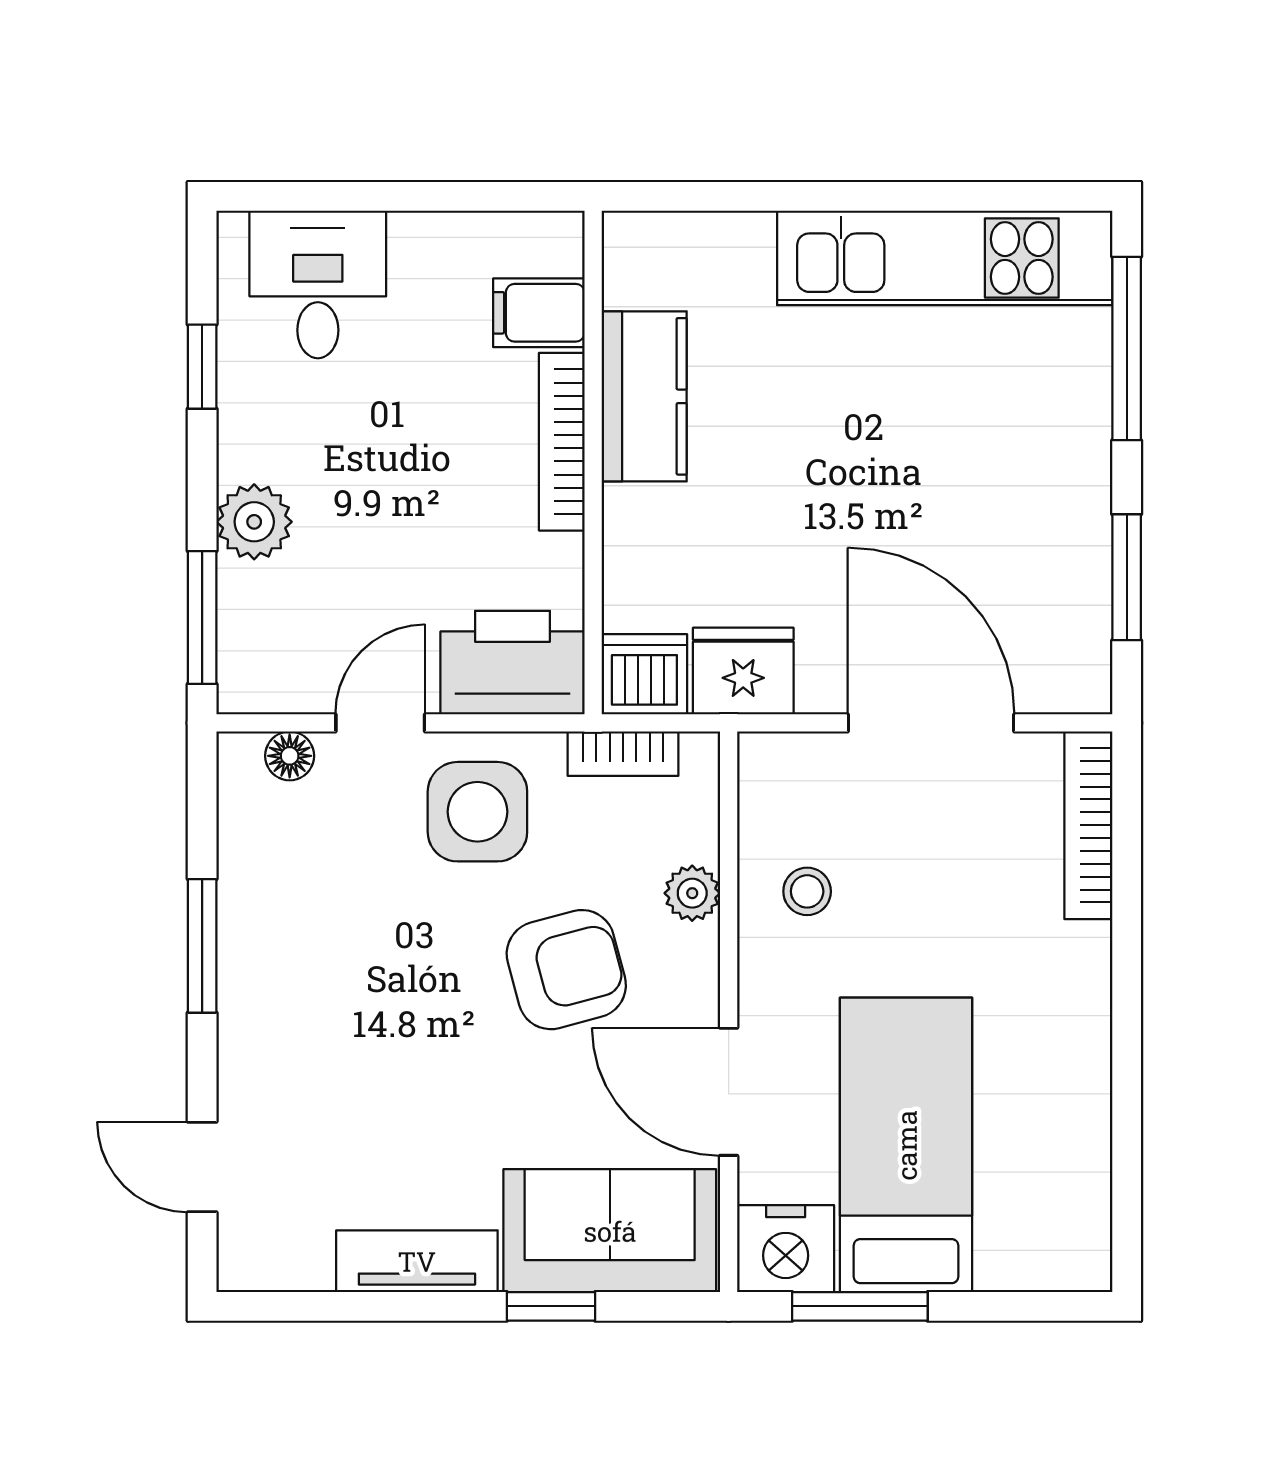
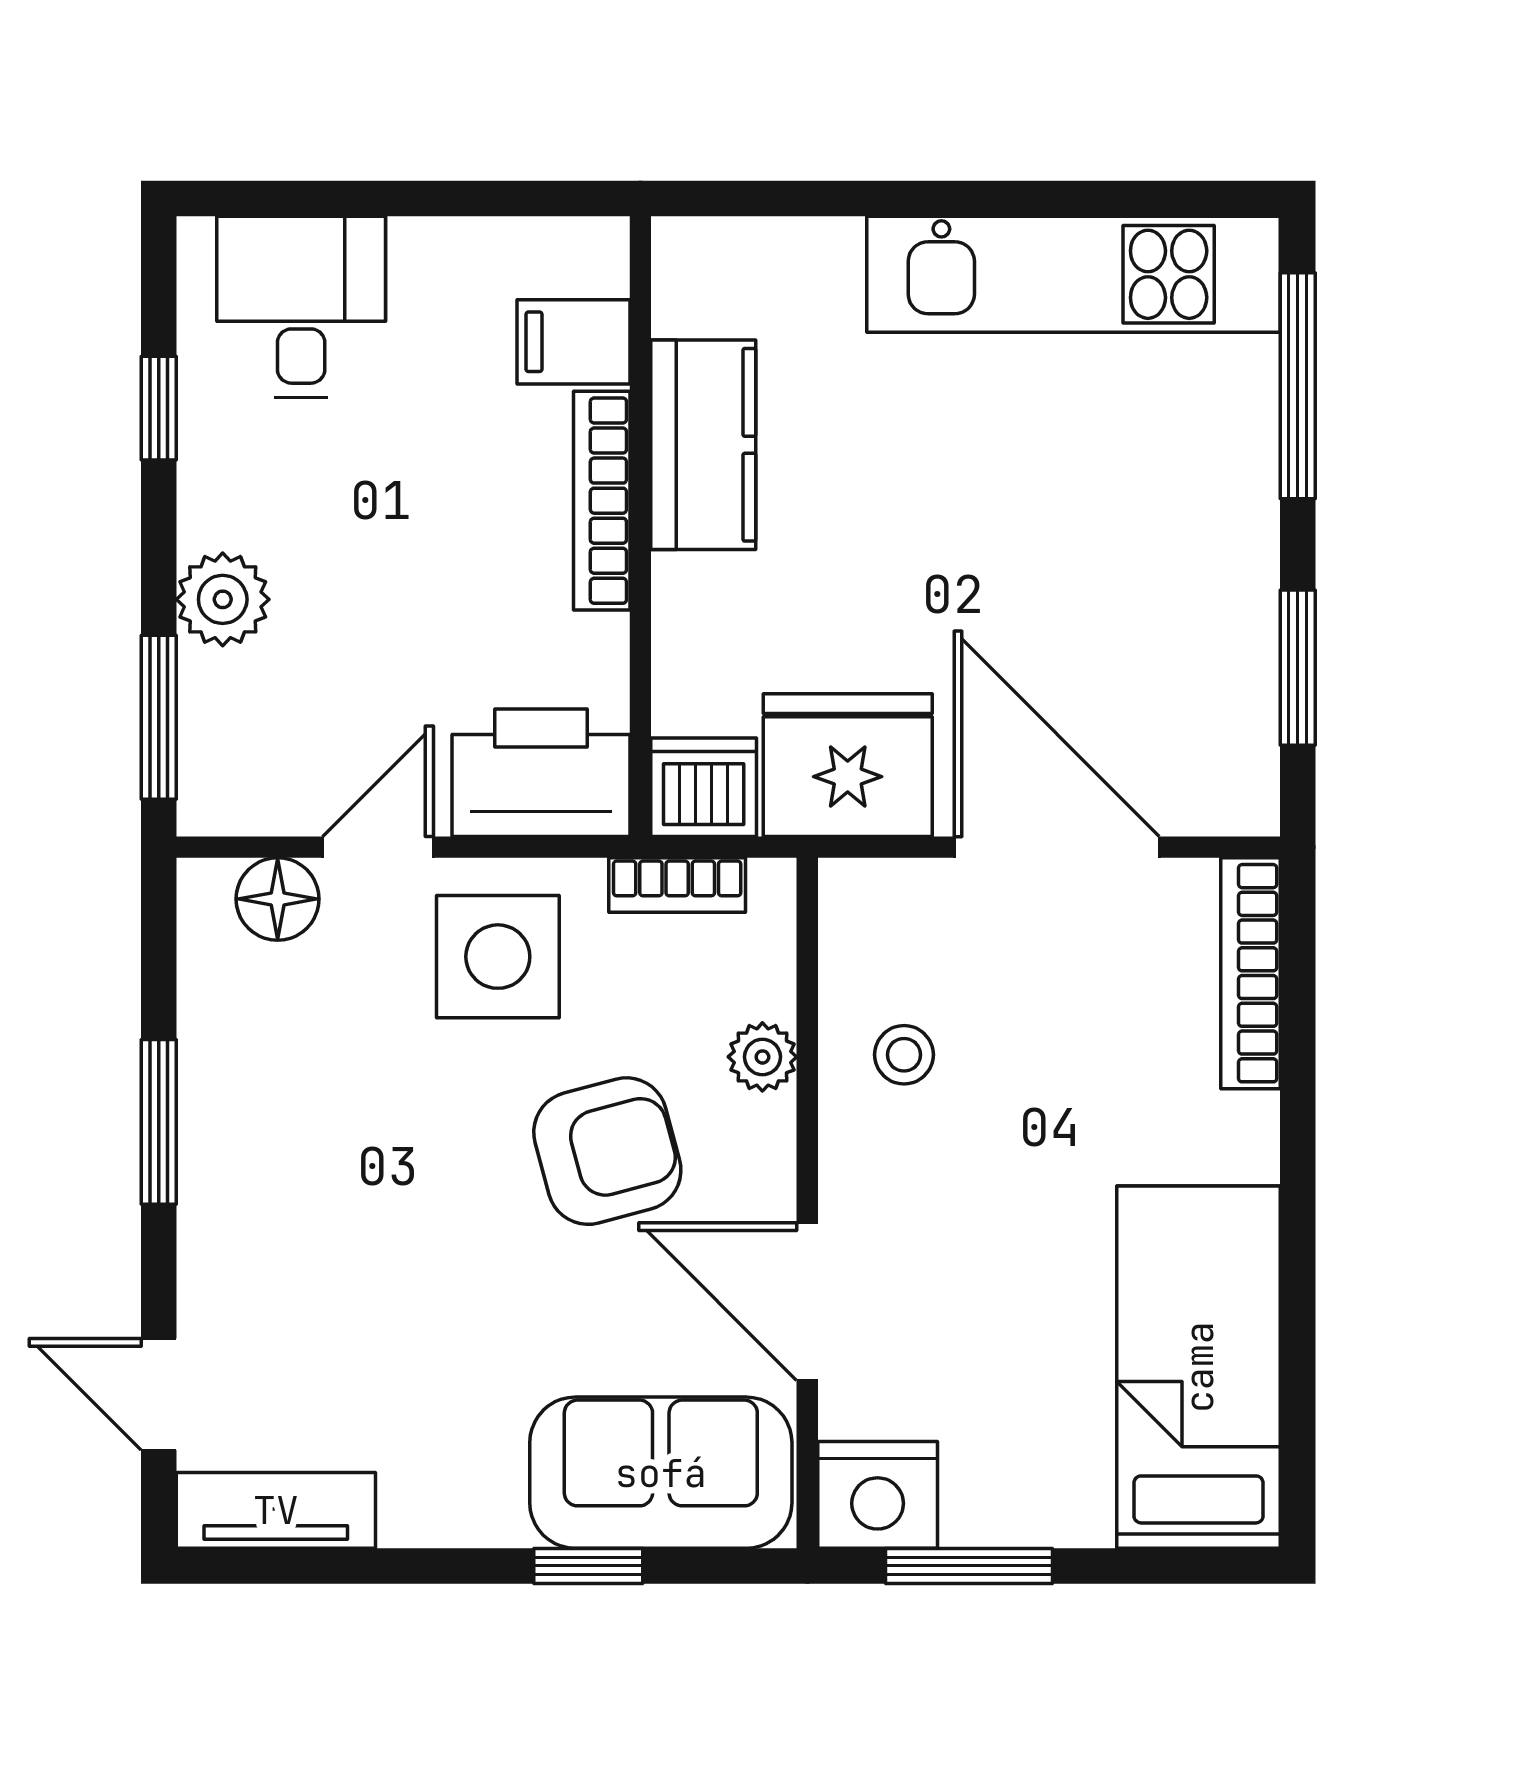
fridge: (743, 671) -> (848, 765), width x1.36, depth x1.34
floor lamp: (290, 756) -> (278, 899), width x1.37, depth x1.37
bed: (906, 1145) -> (1199, 1367), moved
tv unit: (417, 1261) -> (276, 1510), moved

